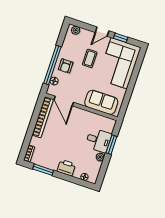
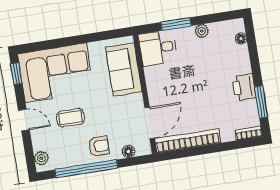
window: (121, 38) -> (16, 74), moved
window: (52, 65) -> (86, 169), moved
desk: (98, 140) -> (158, 48), moved, turned -90
printer: (66, 168) -> (244, 87), moved

